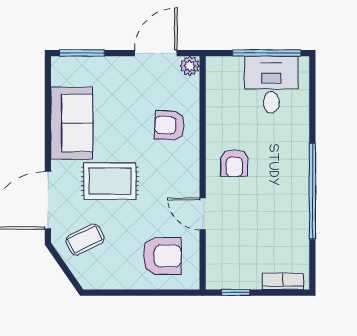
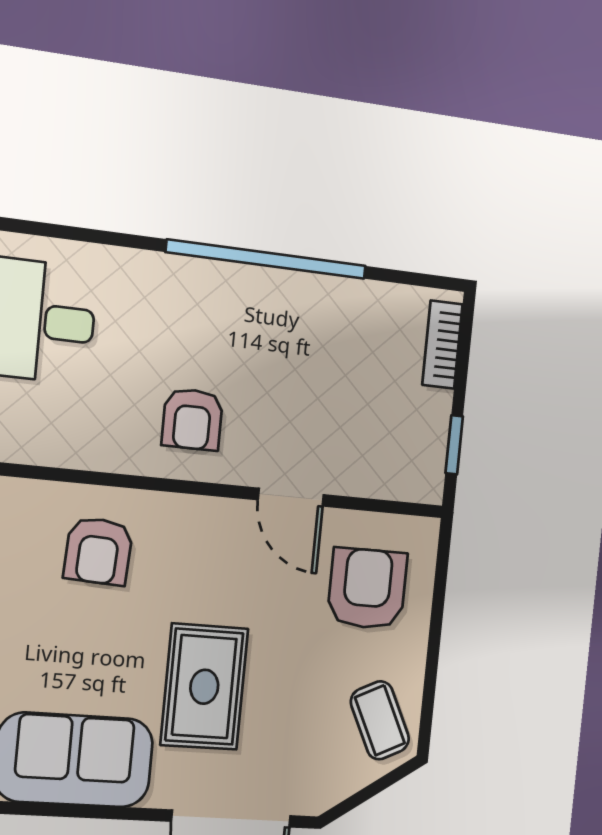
armchair: (234, 163) -> (192, 419), turned 90
door: (203, 214) -> (291, 497), hinge flipped
coffee table: (85, 239) -> (380, 720), moved

